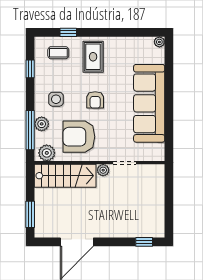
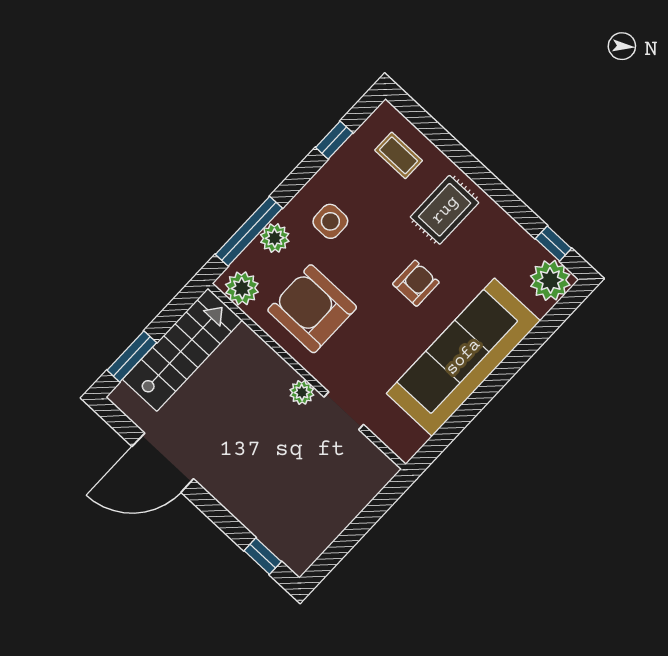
window: (68, 32) -> (553, 244), moved
plant: (159, 42) -> (550, 280), width x1.87, depth x1.87
armchair: (95, 100) -> (416, 283), moved, turned 180
stairs: (65, 176) -> (182, 350), moved, turned -90

